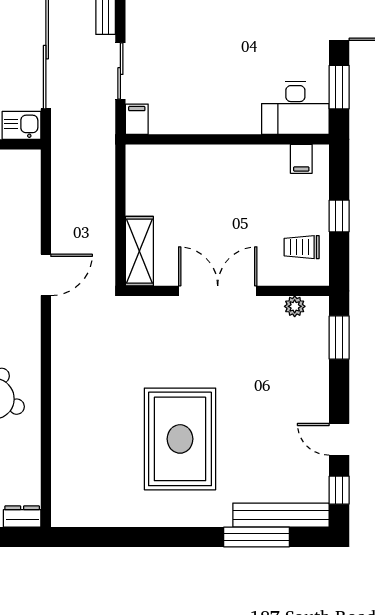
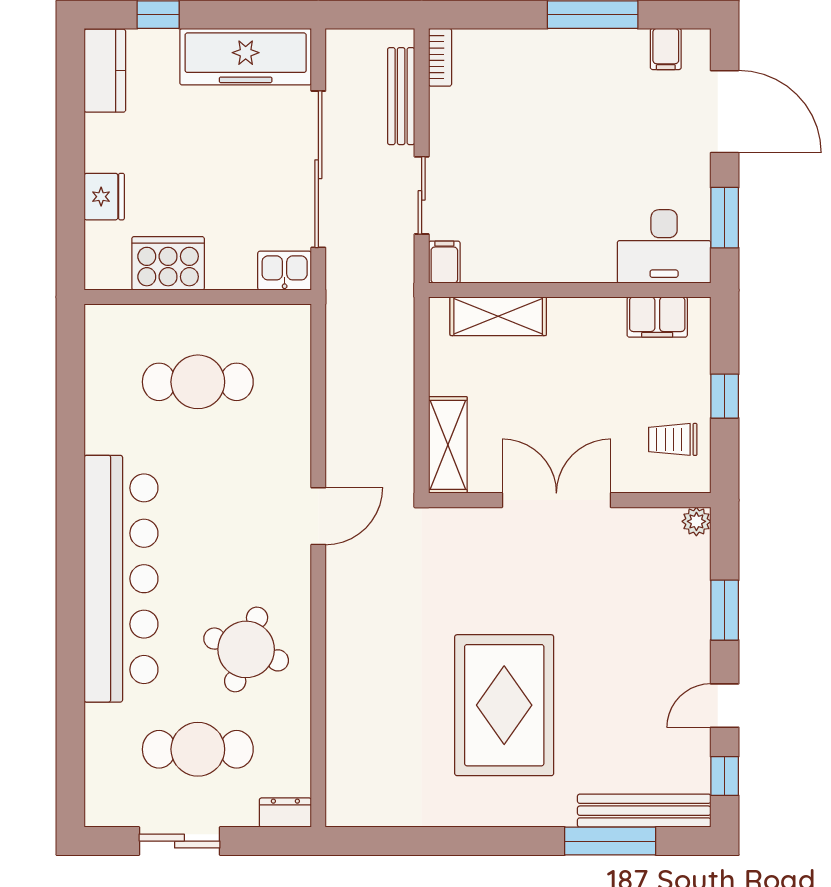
shelving: (176, 158) -> (498, 316), added
filing cabinet: (301, 159) -> (657, 317), width x2.00
door: (46, 275) -> (318, 516), moved
plant: (295, 306) -> (696, 521), moved
window: (339, 338) -> (725, 610), moved
door: (339, 439) -> (725, 706), hinge flipped

